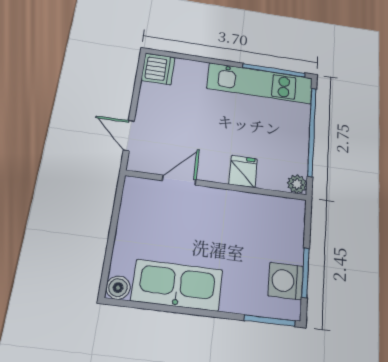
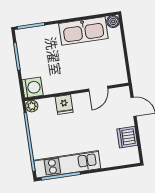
dishwasher: (158, 69) -> (127, 137), moved
washing machine: (286, 281) -> (32, 87), moved

